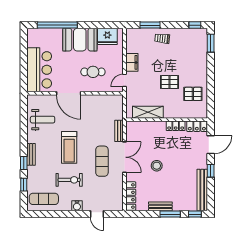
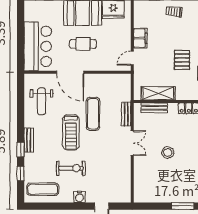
cafe table: (93, 72) -> (83, 44), moved
pallet: (170, 82) -> (182, 60), turned 90
weight bench: (43, 120) -> (41, 101), turned 90
double door: (125, 157) -> (132, 143), width x0.73
exercise mat: (102, 161) -> (93, 114), moved
locker: (131, 196) -> (139, 186), removed
bench: (160, 206) -> (154, 108), moved

